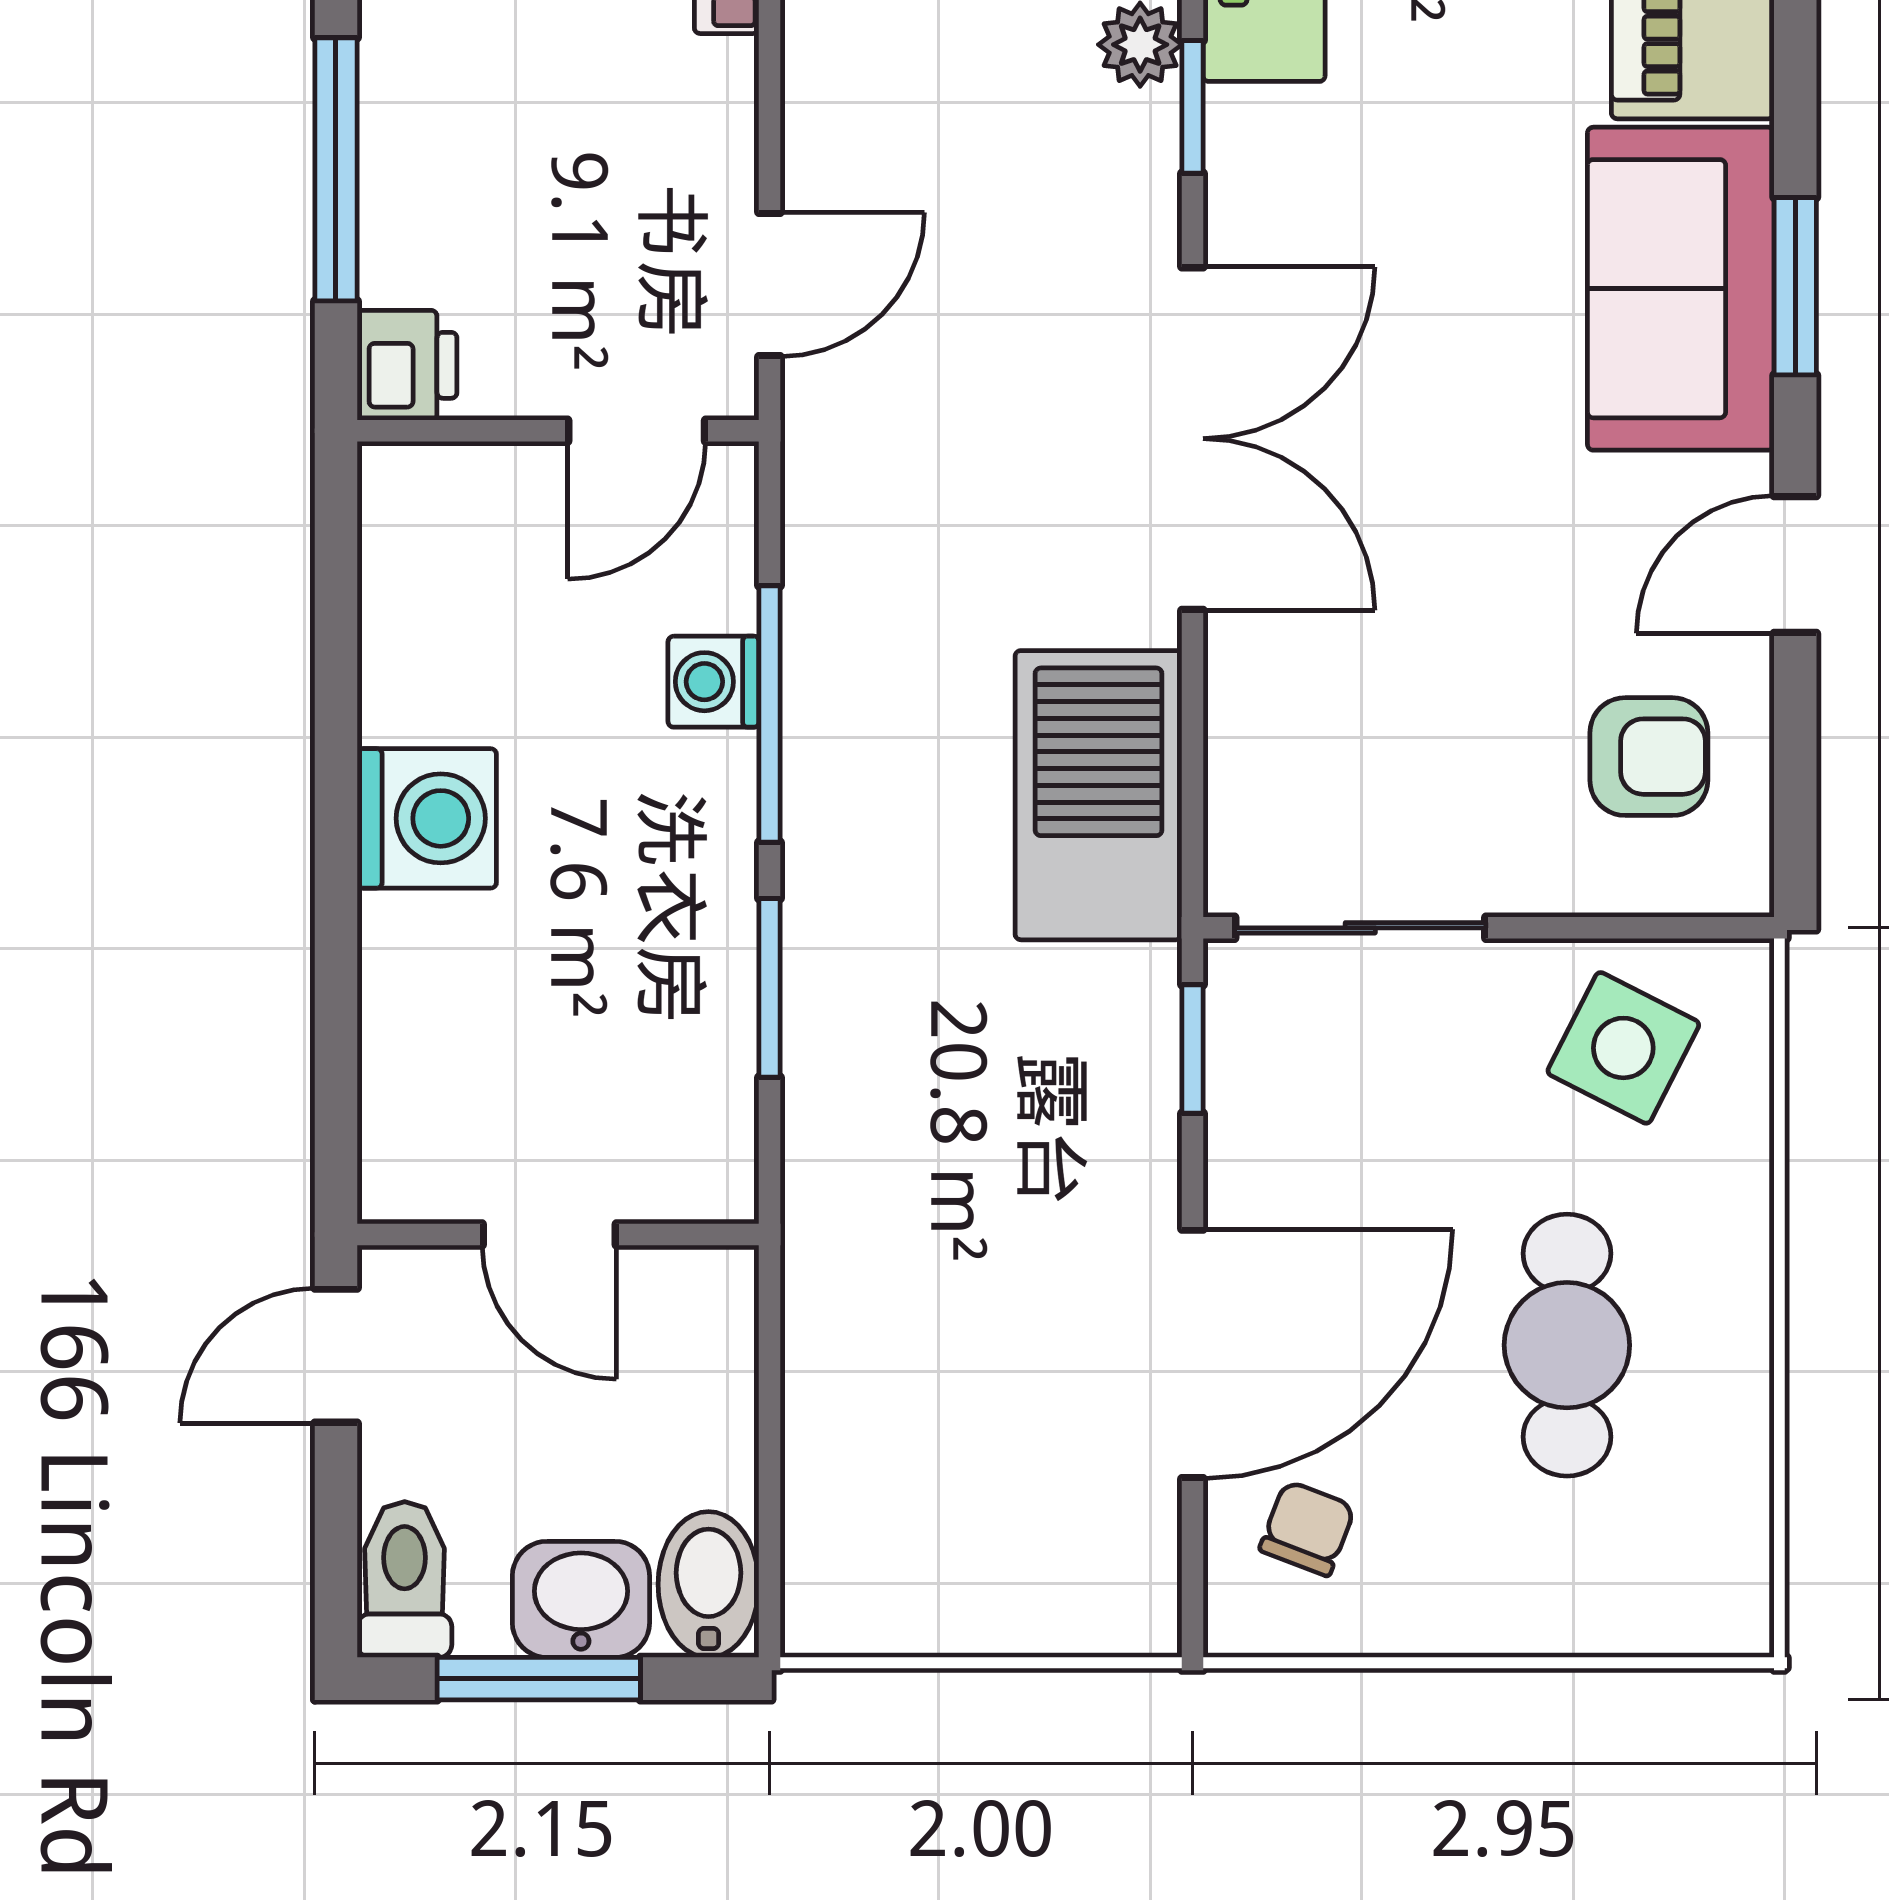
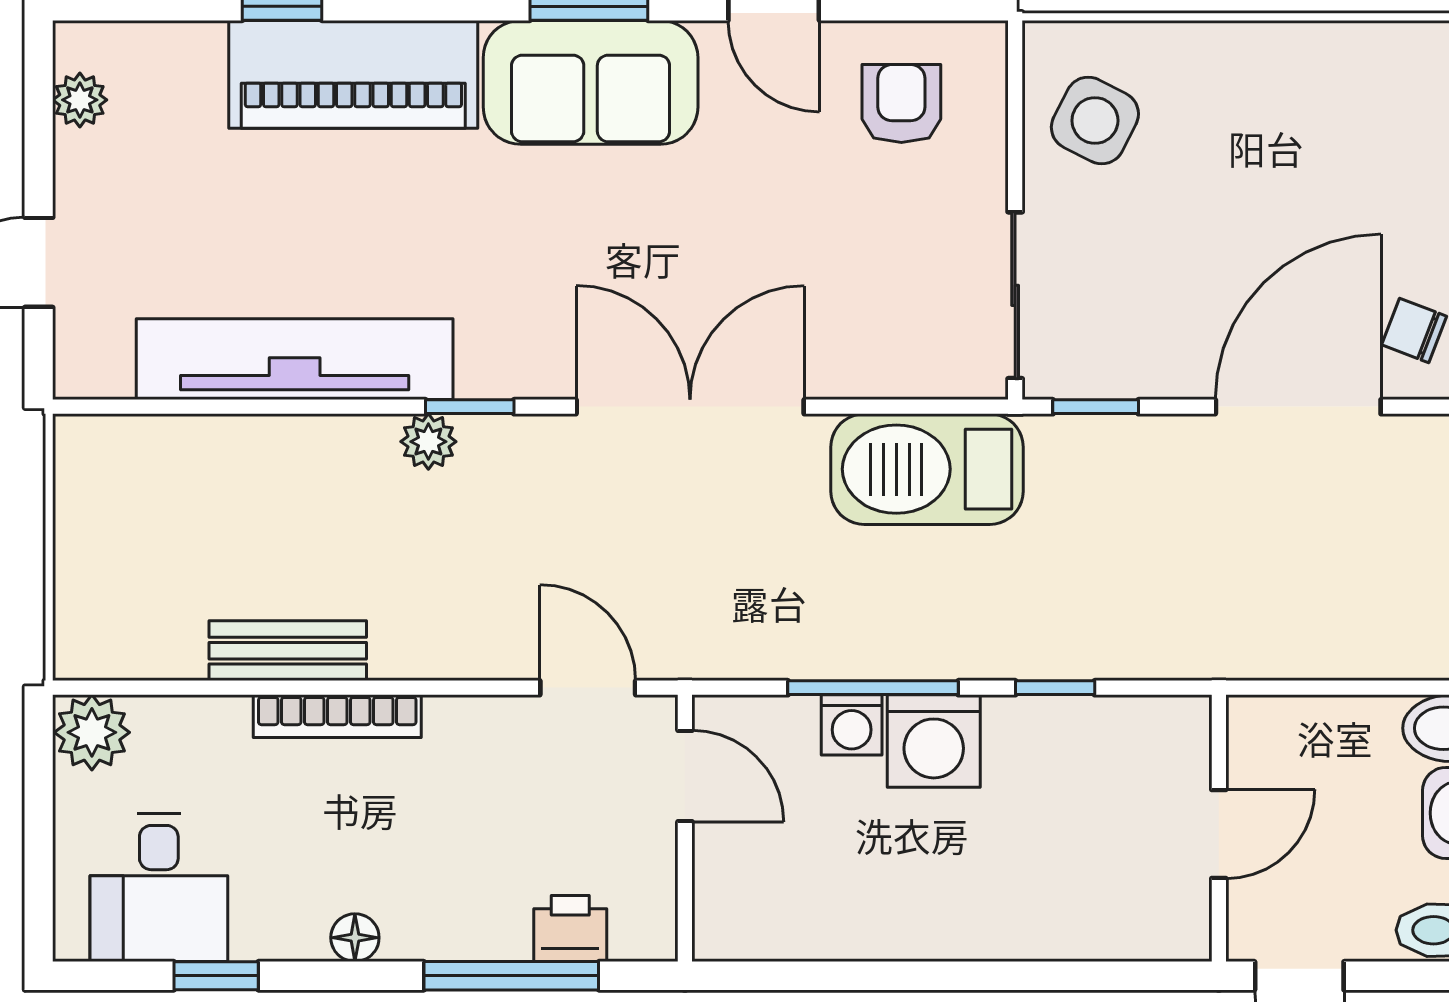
printer: (407, 365) -> (570, 928), moved
washing machine: (427, 818) -> (934, 741), moved, turned 180
window: (770, 988) -> (1055, 688), width x0.67
cafe table: (1567, 1345) -> (1292, 158), removed
door: (1193, 1354) -> (1298, 407), hinge flipped

